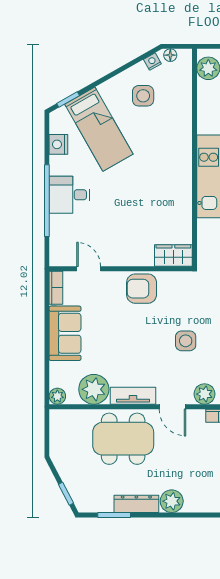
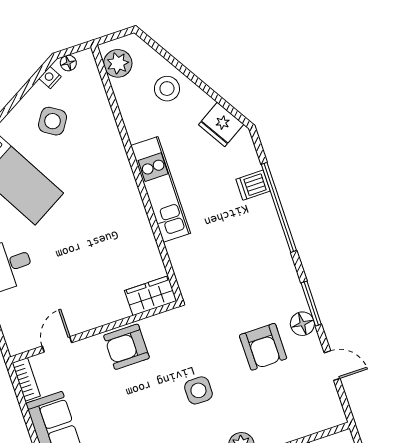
side table: (143, 96) -> (53, 121), turned 33
door: (89, 269) -> (57, 344), hinge flipped

